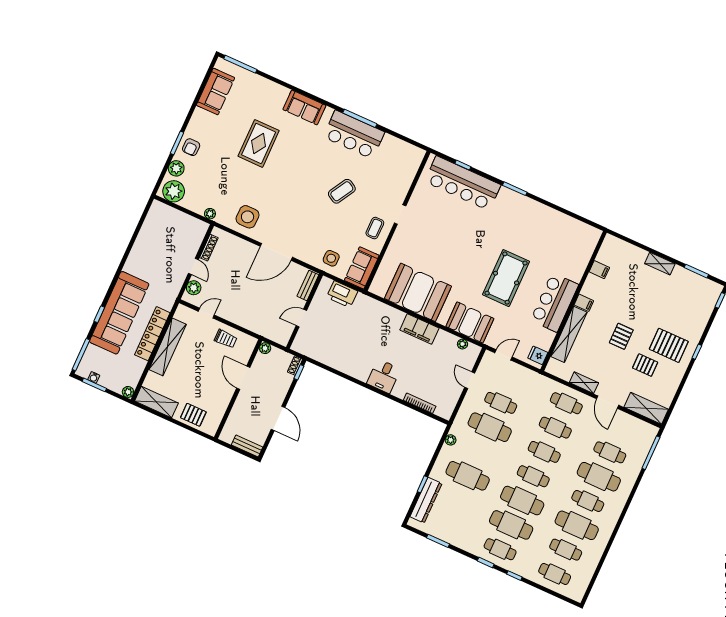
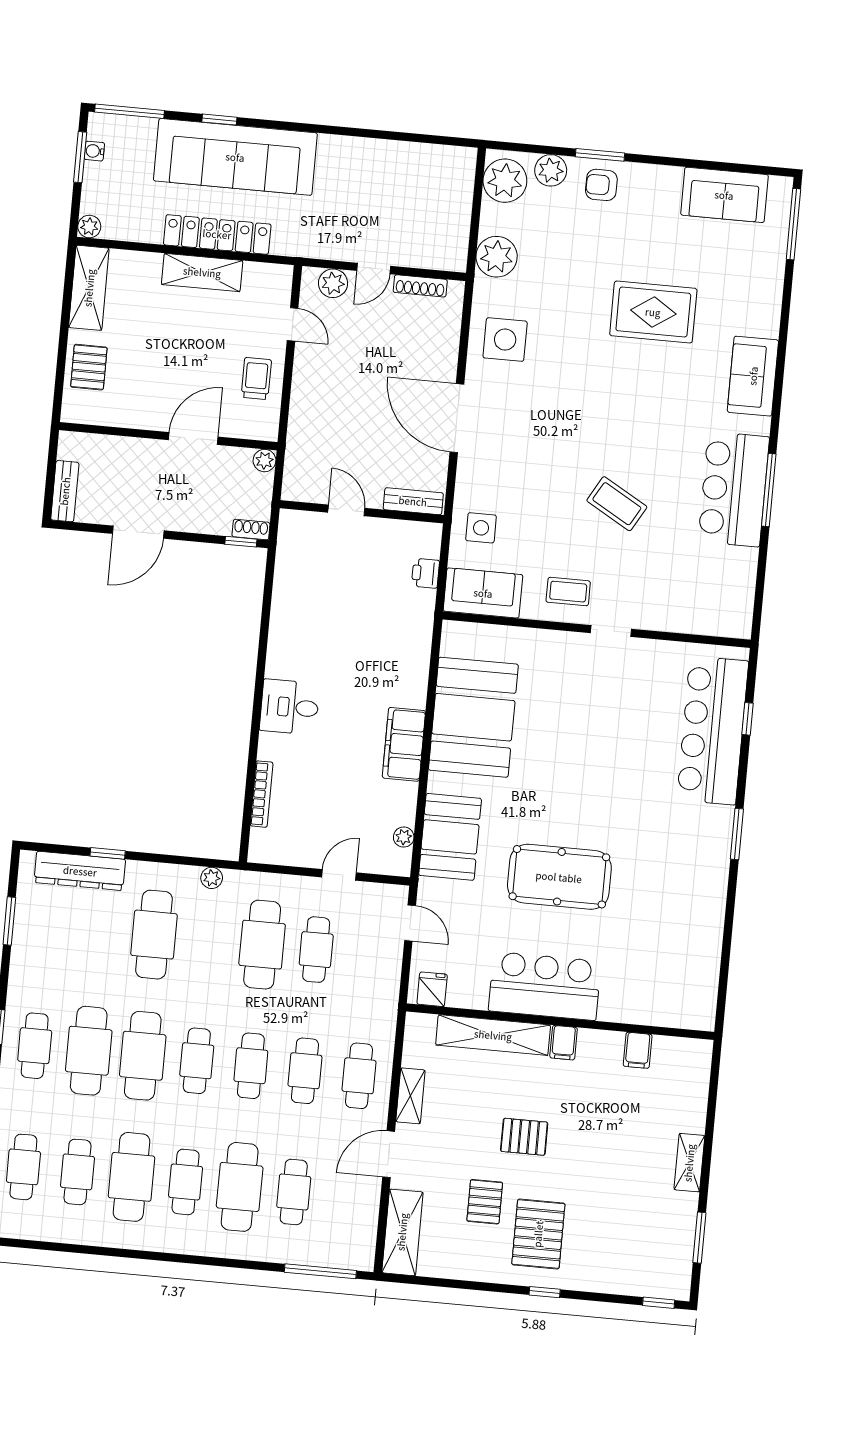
plant: (210, 214) -> (497, 257), width x1.87, depth x1.87
printer: (342, 294) -> (425, 573), width x0.53, depth x0.68
trolley: (226, 339) -> (256, 379), turned 180
shelving: (168, 347) -> (202, 272), width x0.68

